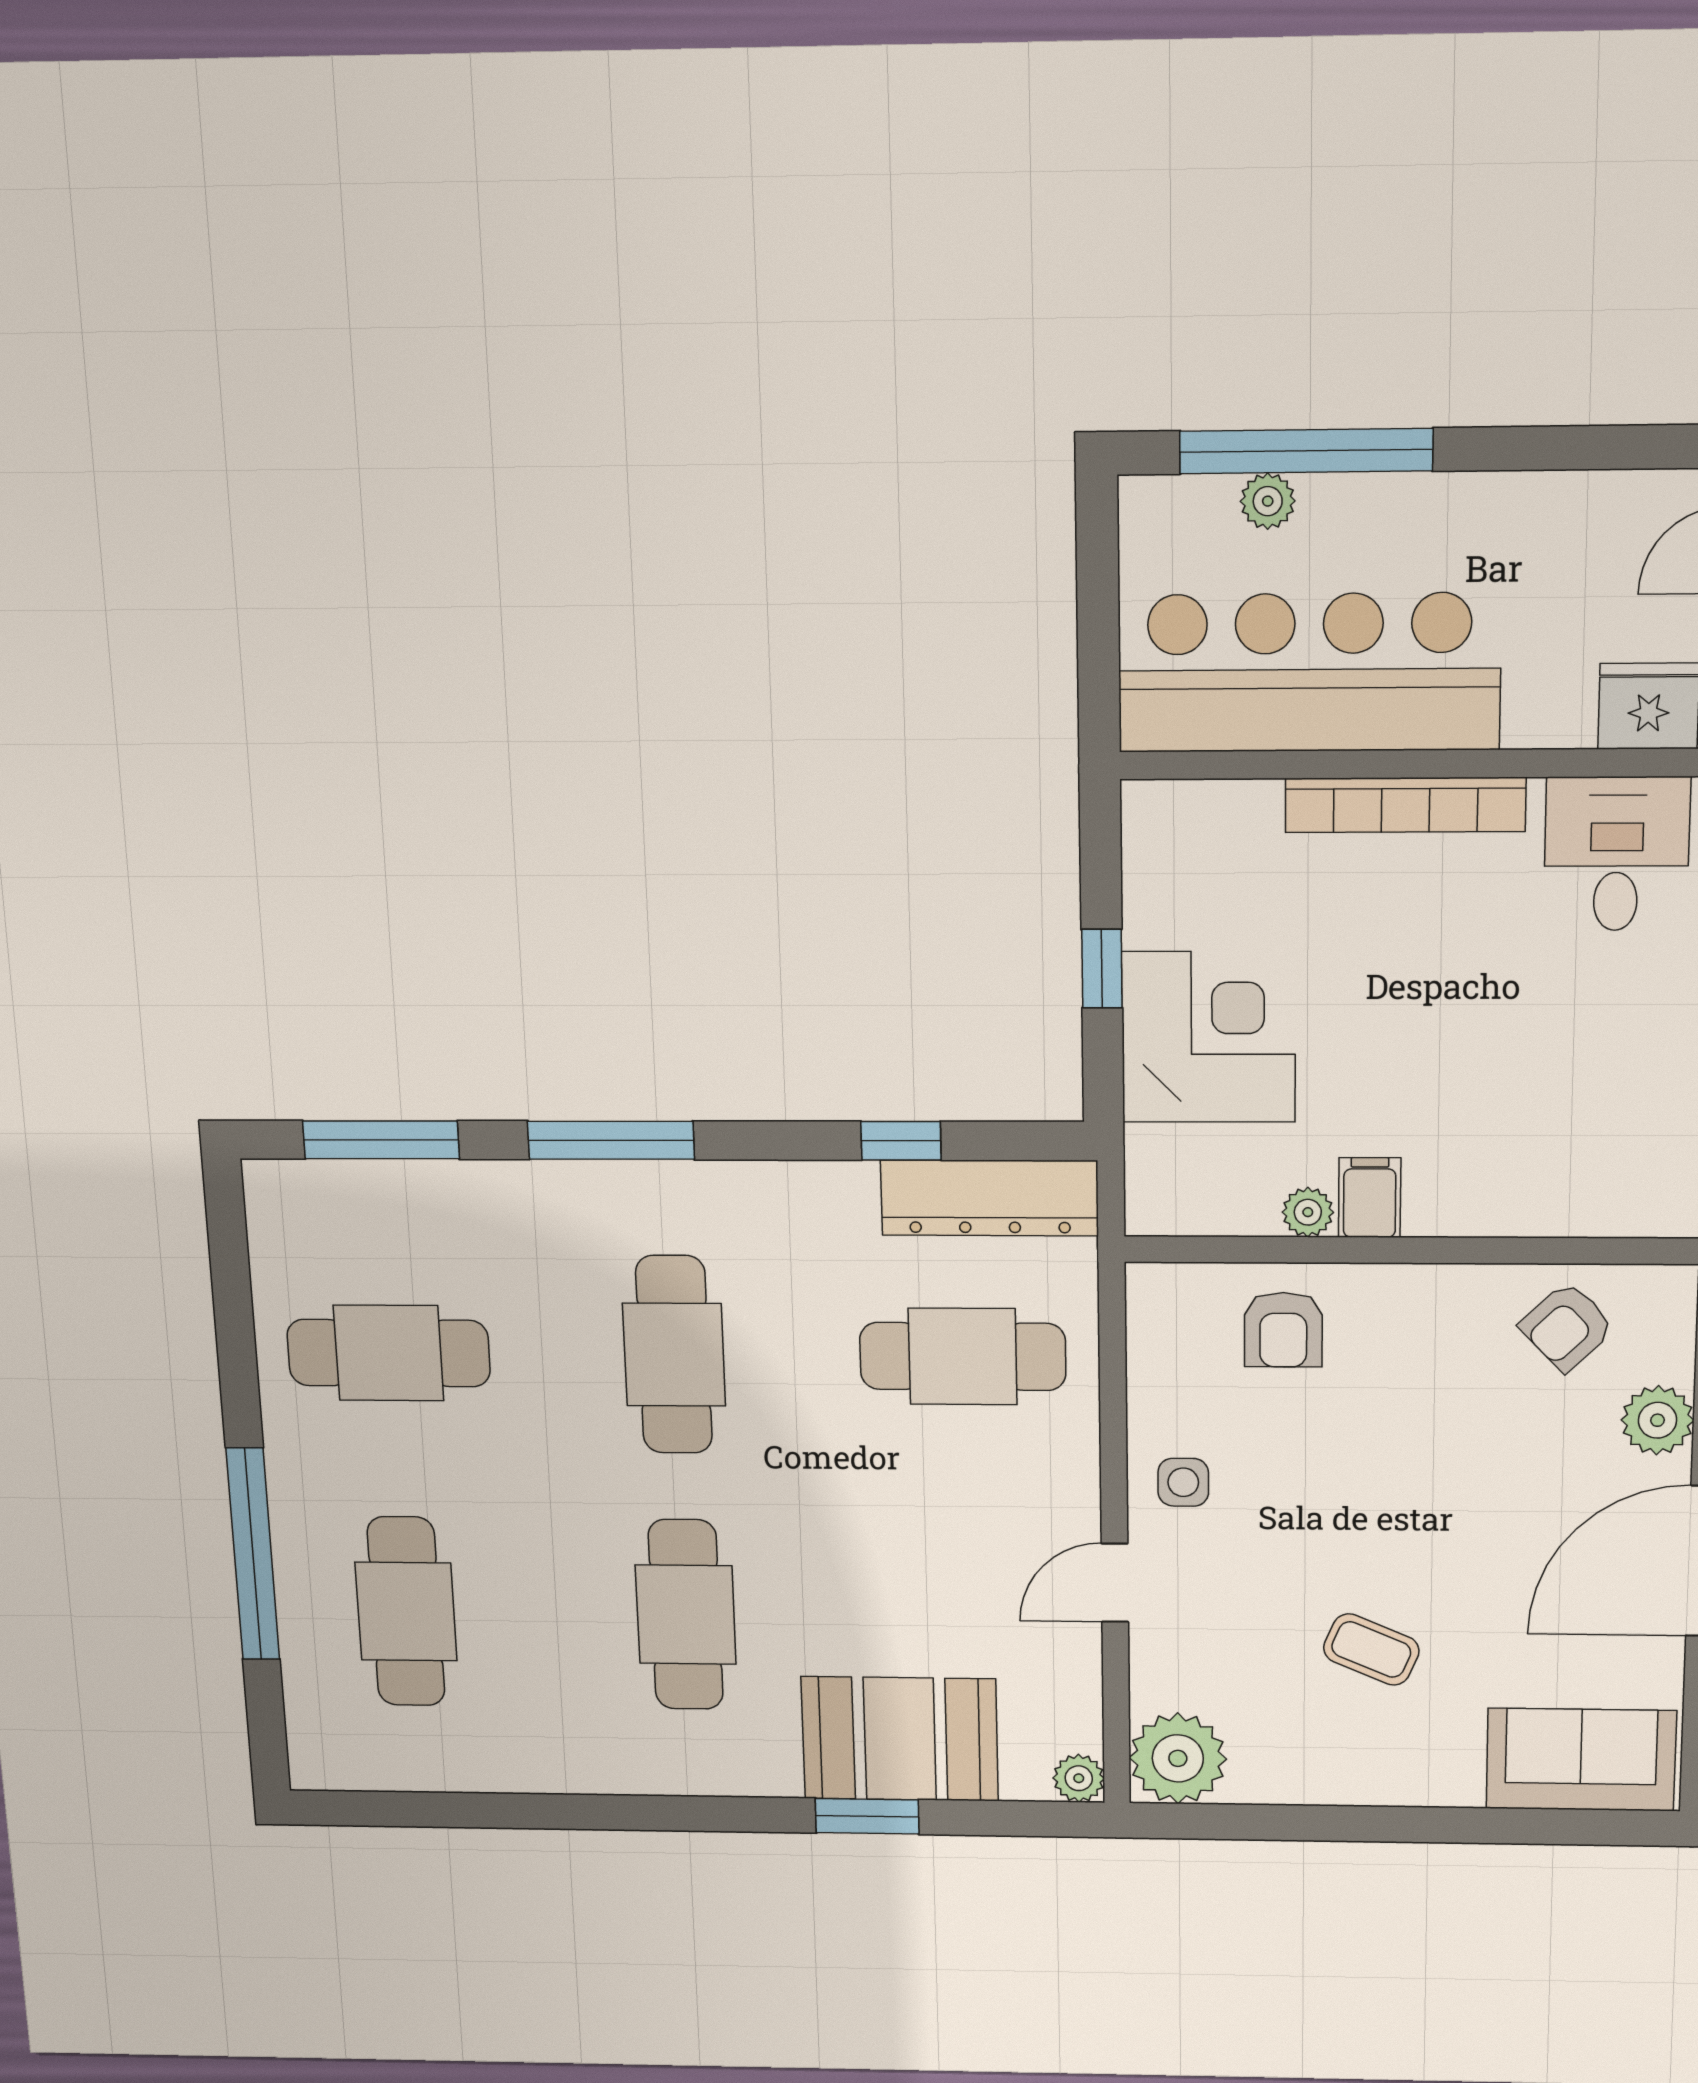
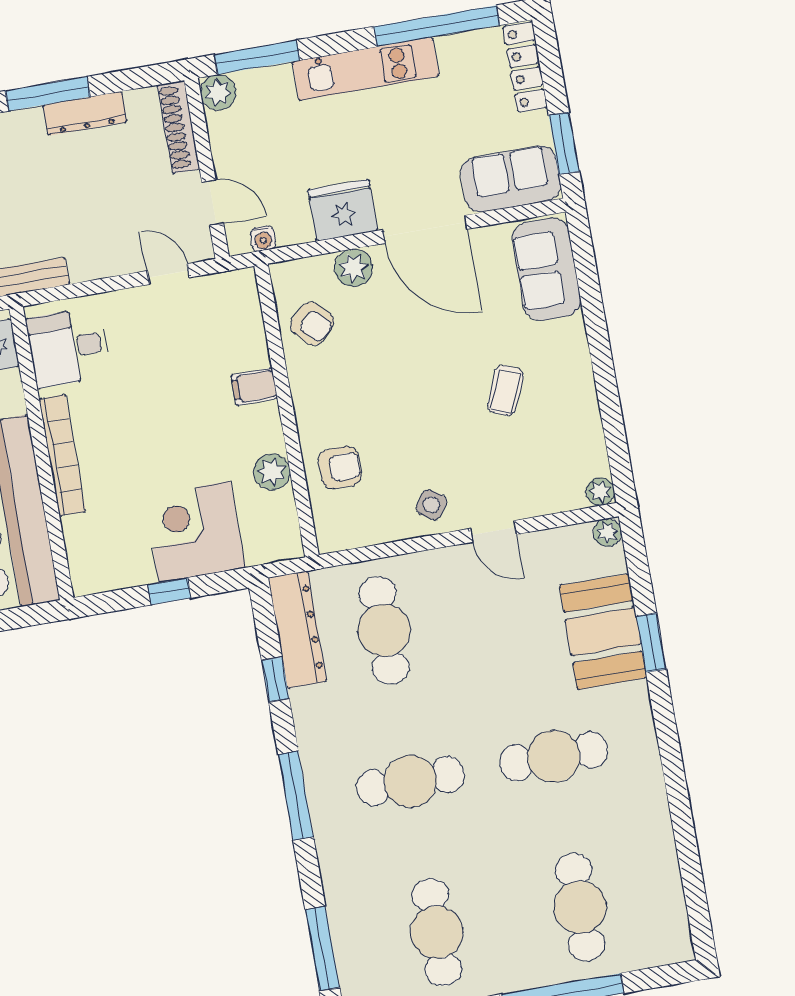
window: (611, 1140) -> (296, 796), moved
filing cabinet: (1370, 1198) -> (254, 387), moved
plant: (1308, 1212) -> (272, 472), width x1.38, depth x1.38
side table: (1183, 1482) -> (431, 505), turned 35
cafe table: (406, 1612) -> (580, 907), turned 90
plant: (1178, 1758) -> (600, 492), width x0.53, depth x0.53

